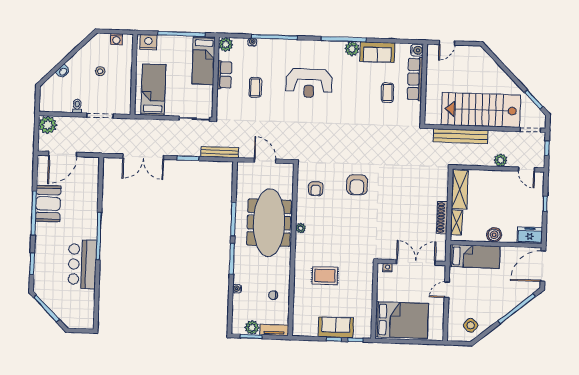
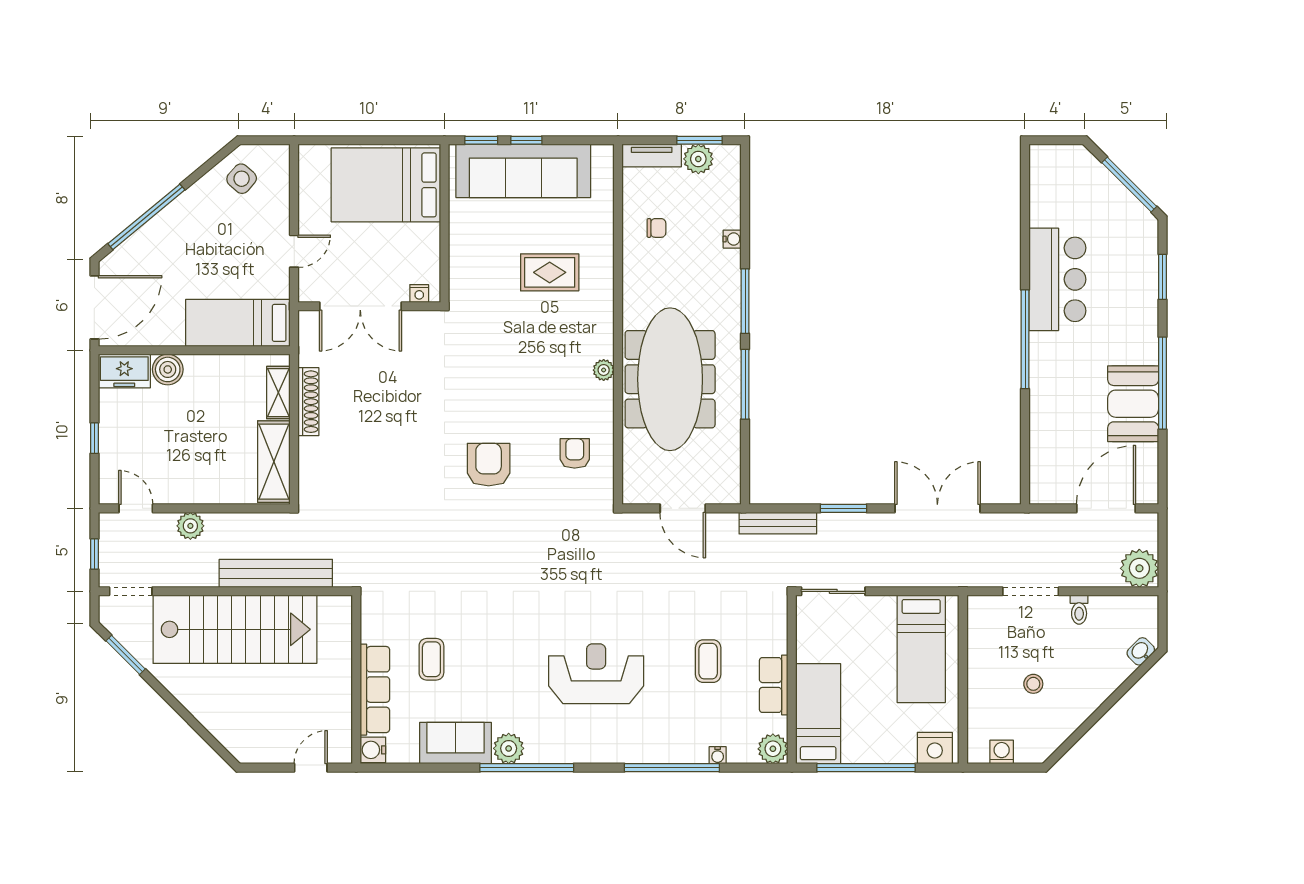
washbasin: (63, 71) -> (1141, 651), moved
boiler: (494, 235) -> (168, 369), moved
sofa: (336, 327) -> (523, 171), width x1.85, depth x1.27

